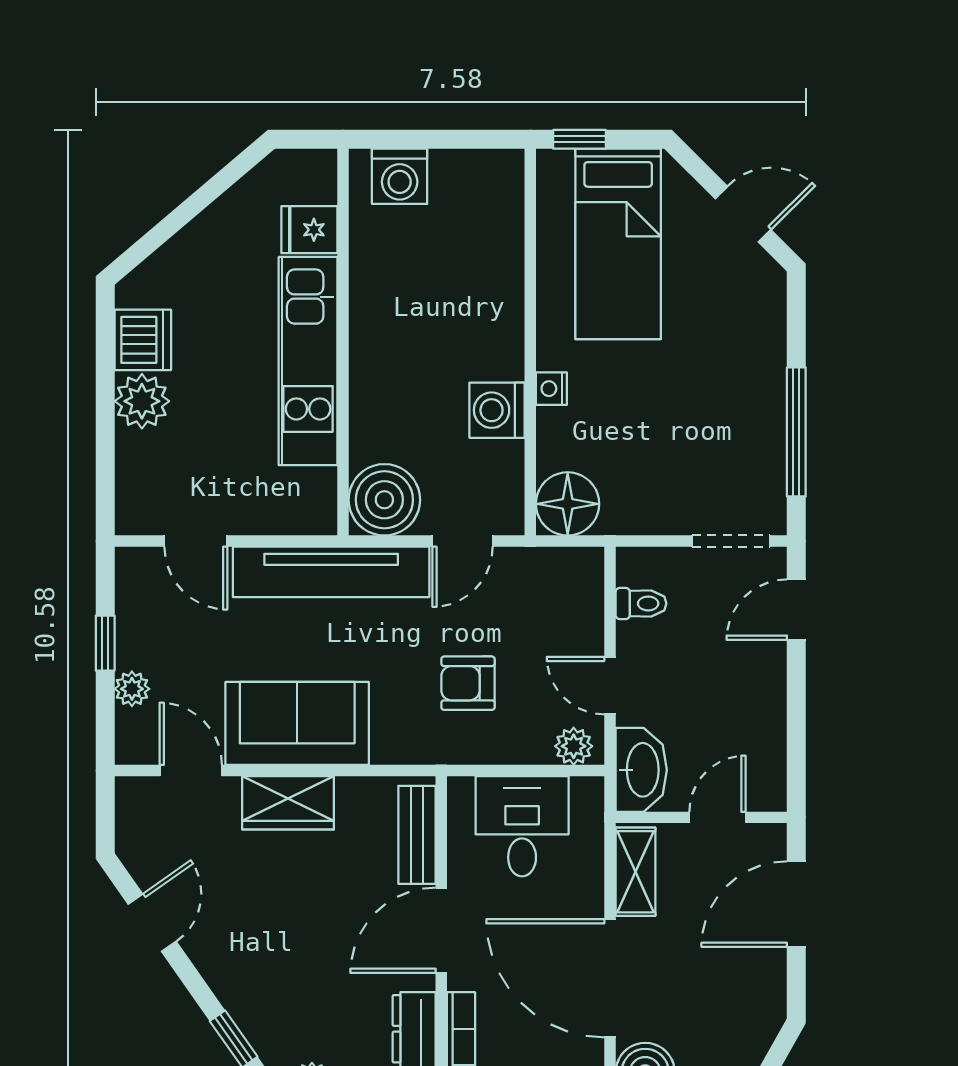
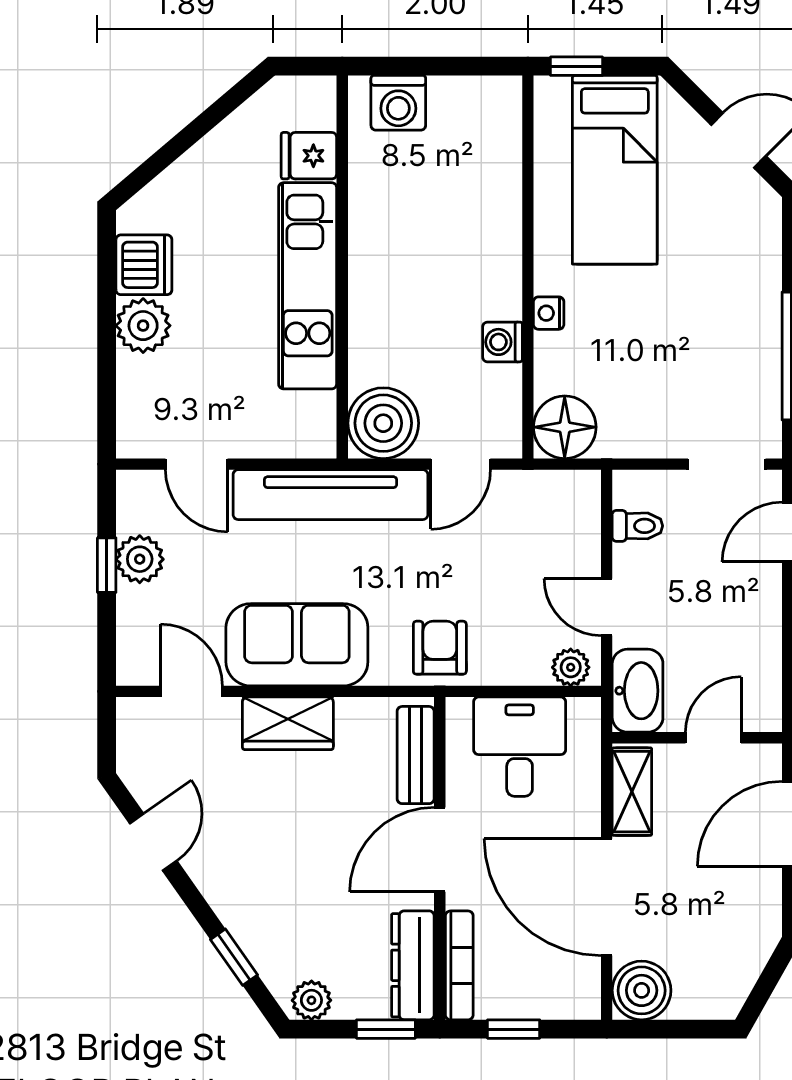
washing machine: (497, 410) -> (502, 342), width x0.73, depth x0.73
armchair: (468, 683) -> (440, 648), moved, turned 90
plant: (132, 689) -> (140, 559), moved, width x1.38, depth x1.38

